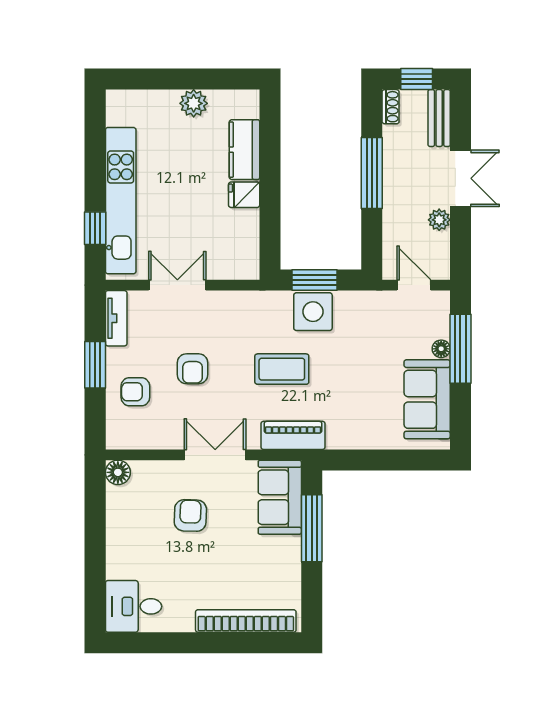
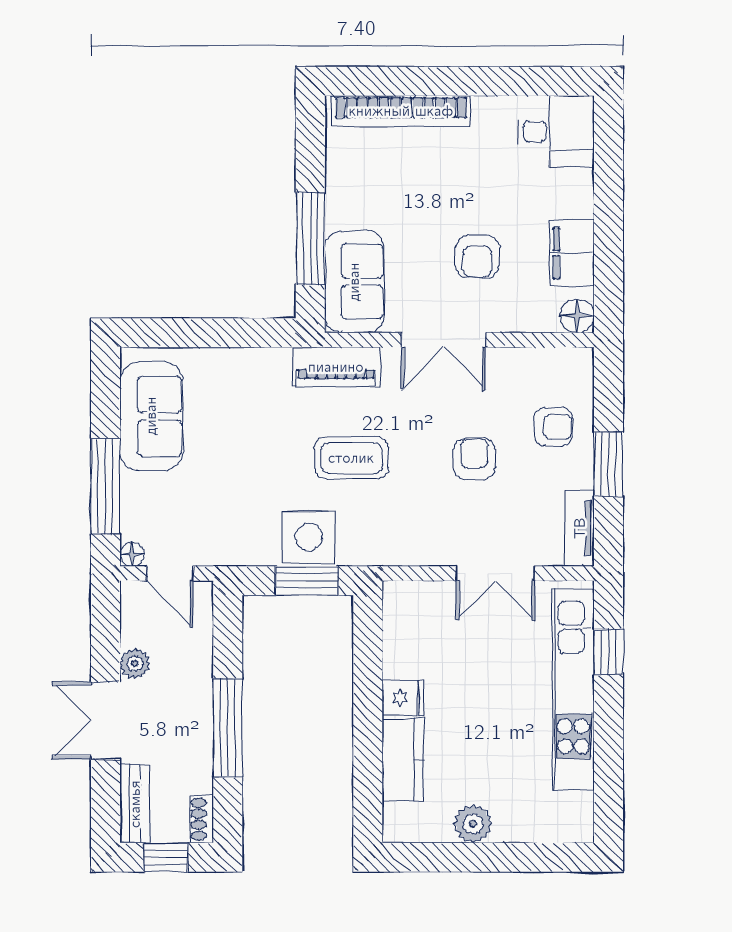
floor lamp: (441, 349) -> (132, 554), moved
filing cabinet: (122, 518) -> (572, 253), added

